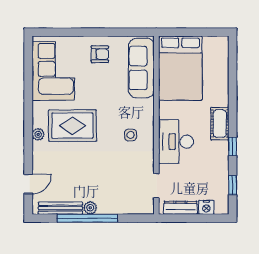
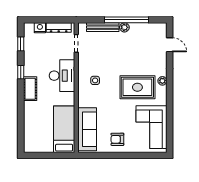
bed: (180, 68) -> (64, 129), width x0.67
door: (28, 184) -> (170, 45), swing flipped
bench: (60, 208) -> (103, 27), moved

